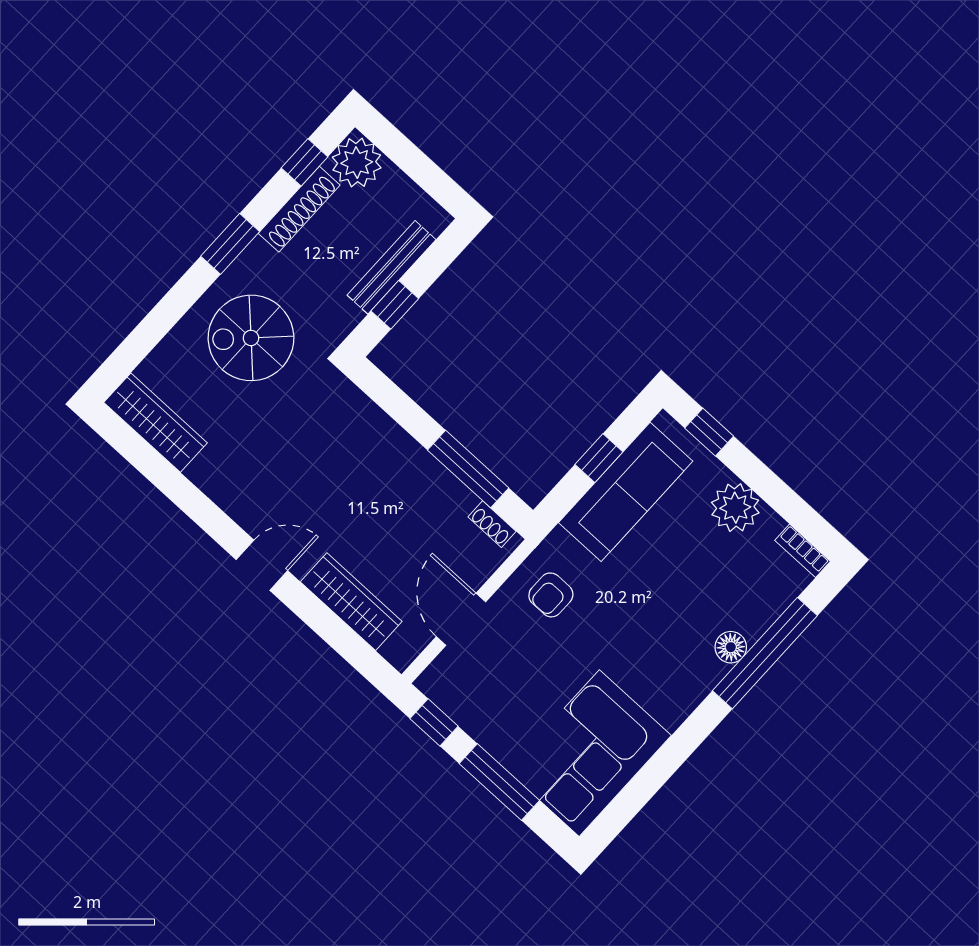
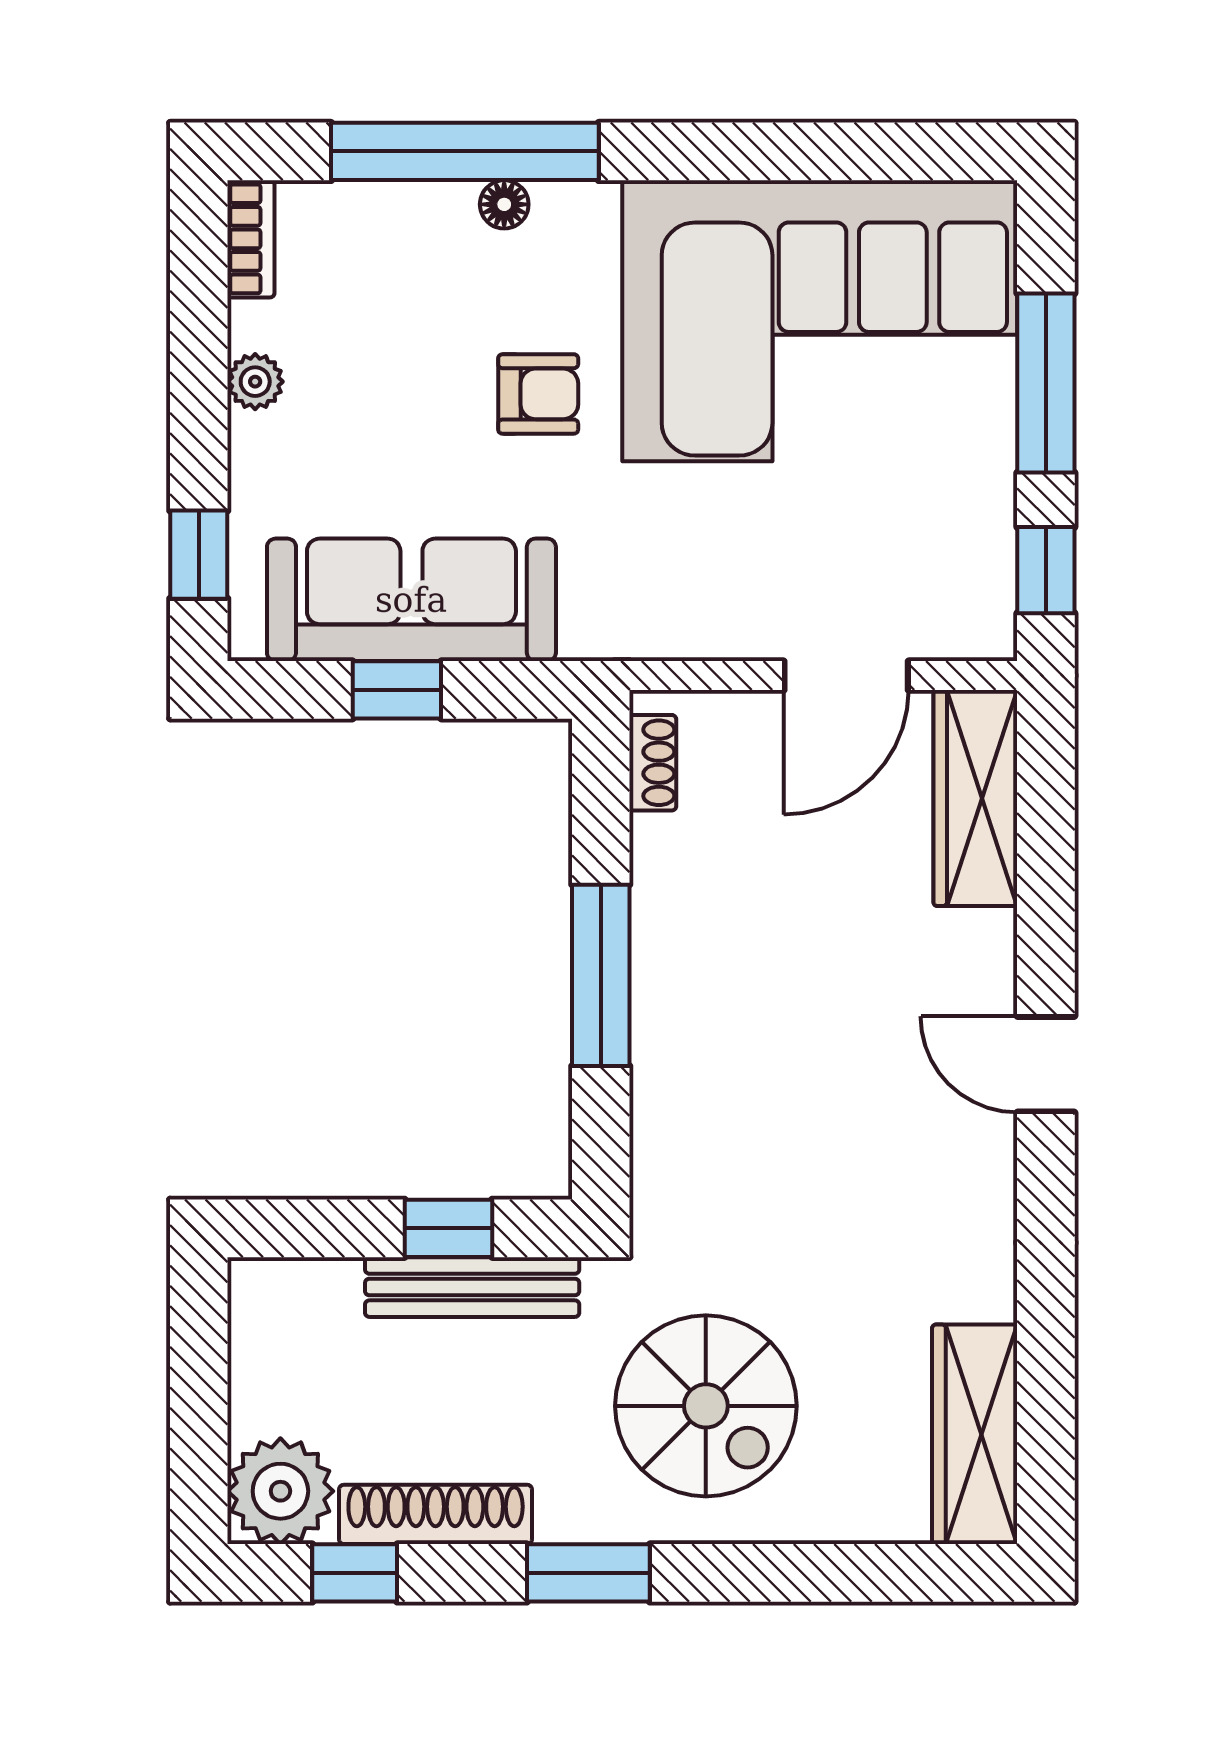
bench: (391, 267) -> (472, 1287), moved
window: (468, 469) -> (601, 975), moved
plant: (735, 508) -> (255, 382), width x0.53, depth x0.53
armchair: (551, 595) -> (538, 394), moved
wardrobe: (351, 602) -> (975, 798), moved
floor lamp: (731, 647) -> (504, 204), width x0.73, depth x0.73
corner sofa: (589, 753) -> (820, 321), width x1.36, depth x1.36

